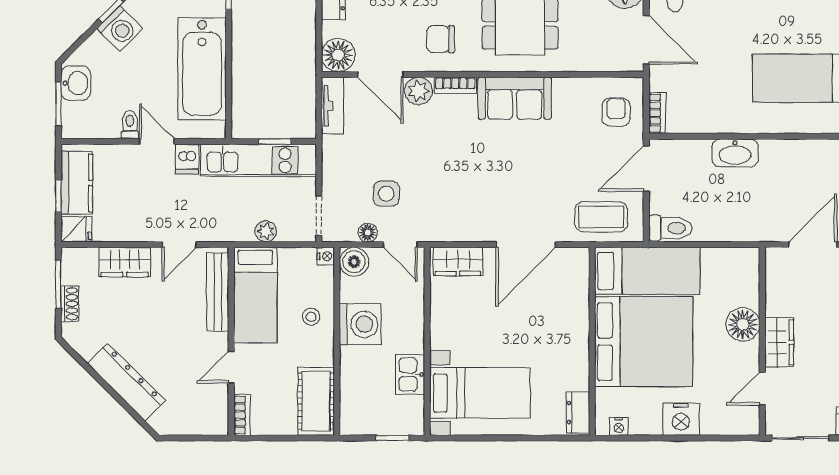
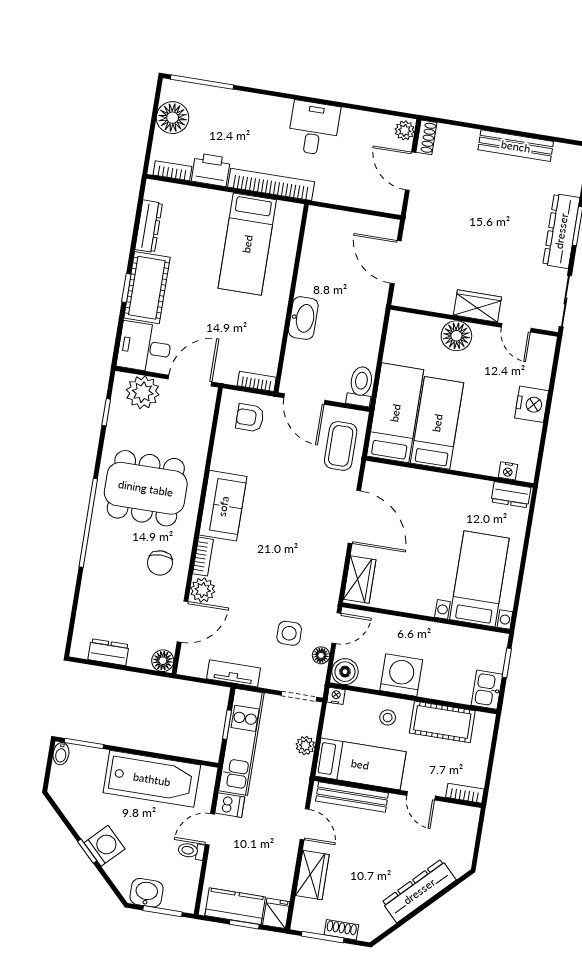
floor lamp: (338, 55) -> (163, 661), width x0.73, depth x0.73
tv unit: (332, 106) -> (234, 673), moved
bed: (644, 342) -> (437, 423), width x0.49
kitchen sink: (410, 375) -> (487, 690), moved, turned 90
cot: (316, 401) -> (442, 722), moved
nightstand: (619, 426) -> (508, 471), moved, turned 90

